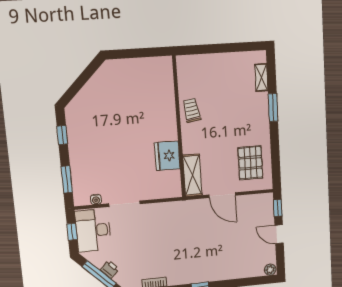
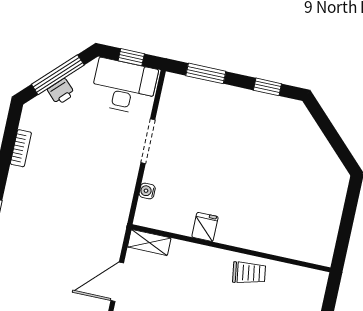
fridge: (167, 156) -> (205, 227), width x0.53, depth x0.75
shelving: (192, 175) -> (149, 242), width x0.67, depth x0.75
water cooler: (96, 199) -> (147, 191), moved

